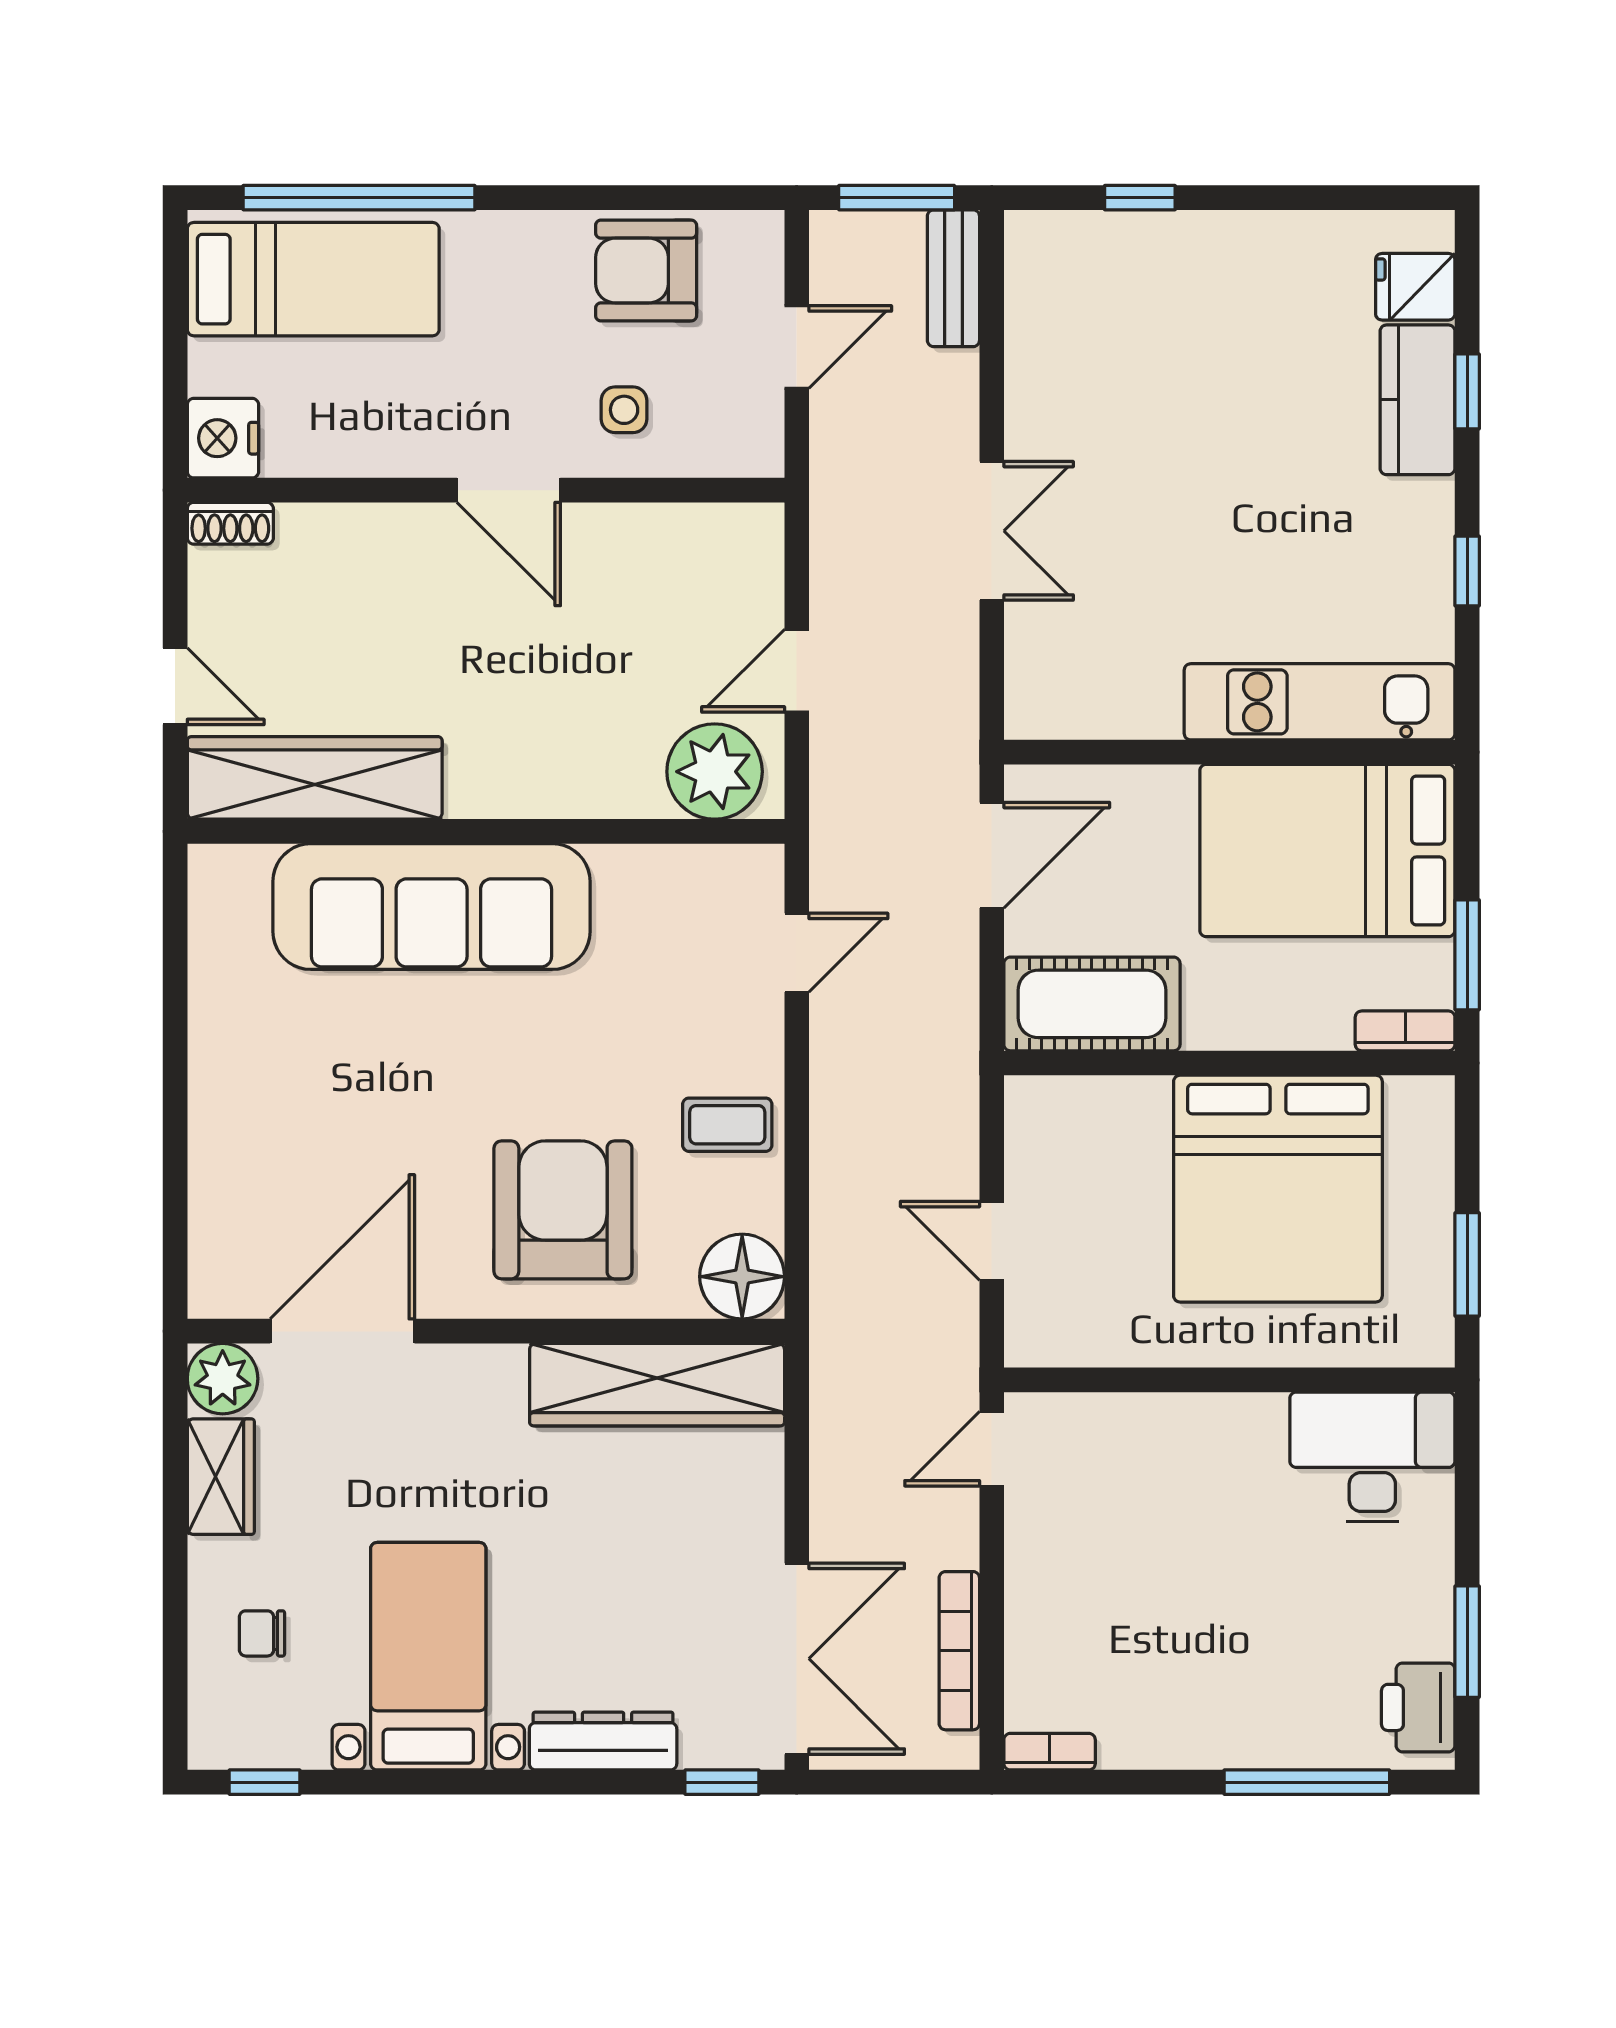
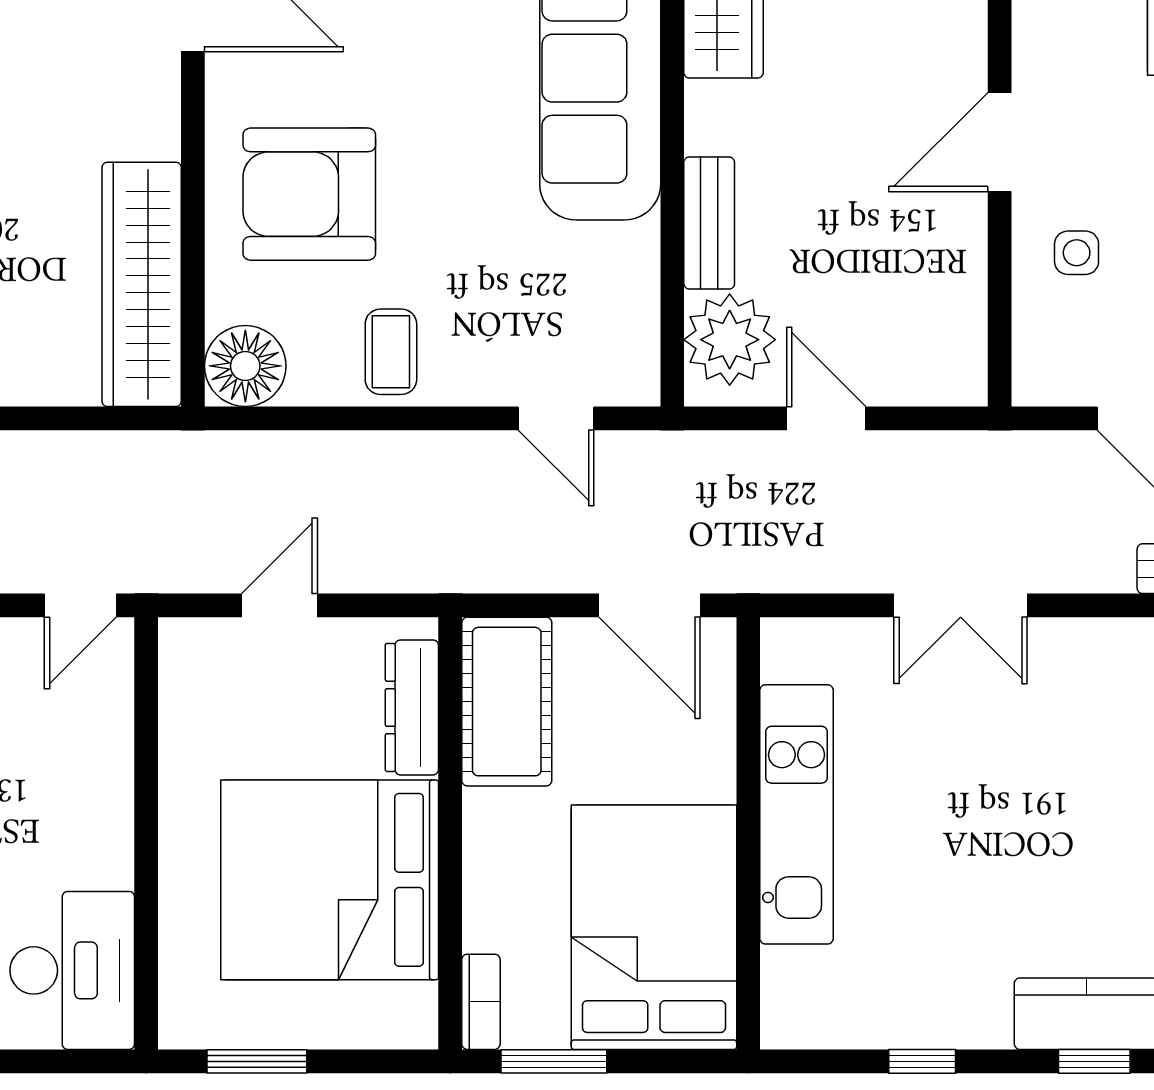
kitchen unit: (1320, 702) -> (796, 814), moved
bench: (593, 793) -> (709, 223), added
dresser: (1098, 1103) -> (412, 707), added
armchair: (563, 1210) -> (309, 194), turned 180
door: (992, 1449) -> (80, 605), swing flipped

